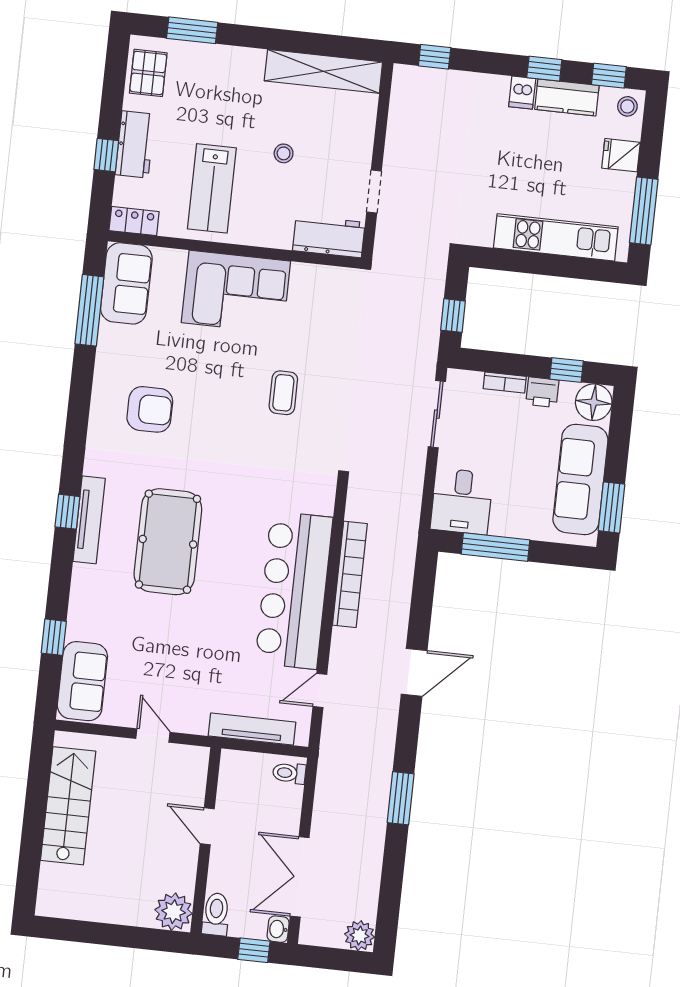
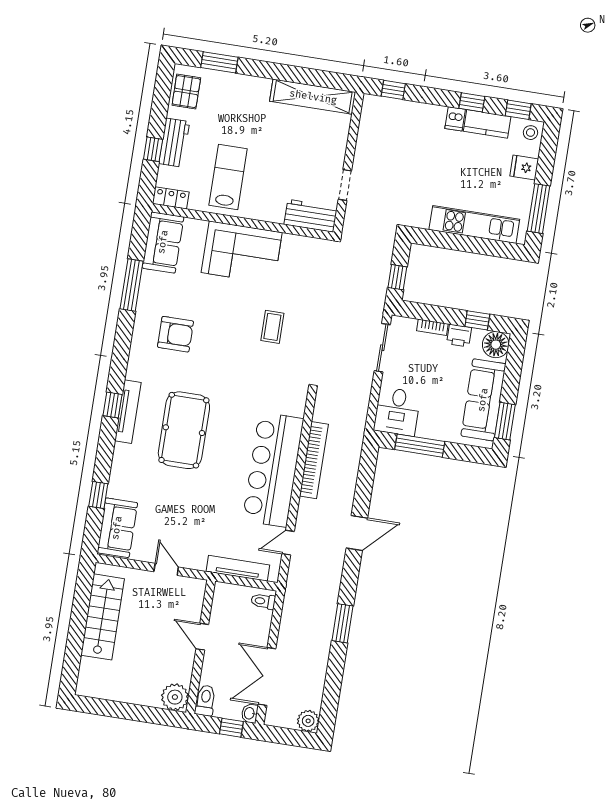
stool: (284, 153) -> (281, 154), removed
lab bench: (212, 188) -> (228, 177), turned 180
window: (89, 310) -> (132, 285), moved

